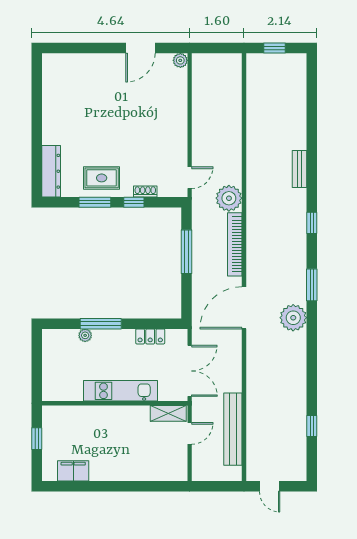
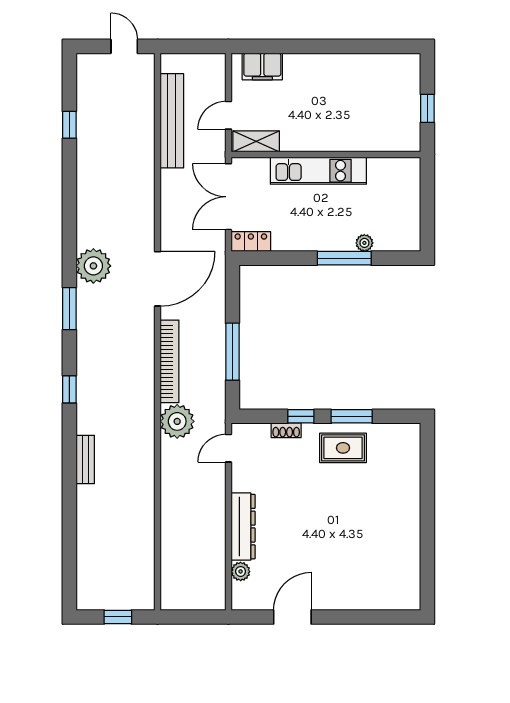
plant: (180, 60) -> (241, 571), moved
dresser: (51, 171) -> (243, 527), moved, turned 180
locker: (150, 336) -> (251, 242), moved
filing cabinet: (73, 471) -> (262, 66), moved

